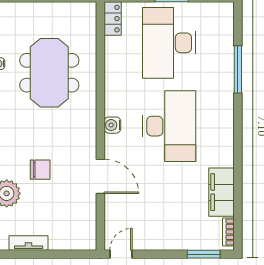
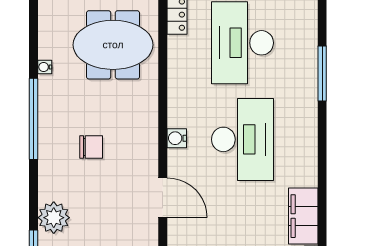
meeting table: (49, 73) -> (113, 45), moved, turned 90
chair: (40, 170) -> (91, 147), moved

